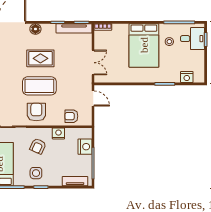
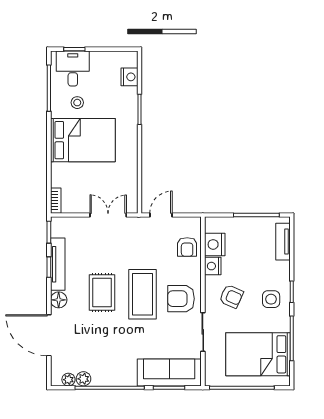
tv unit: (74, 28) -> (58, 264), moved
nightstand: (85, 147) -> (215, 244), moved, turned -90

